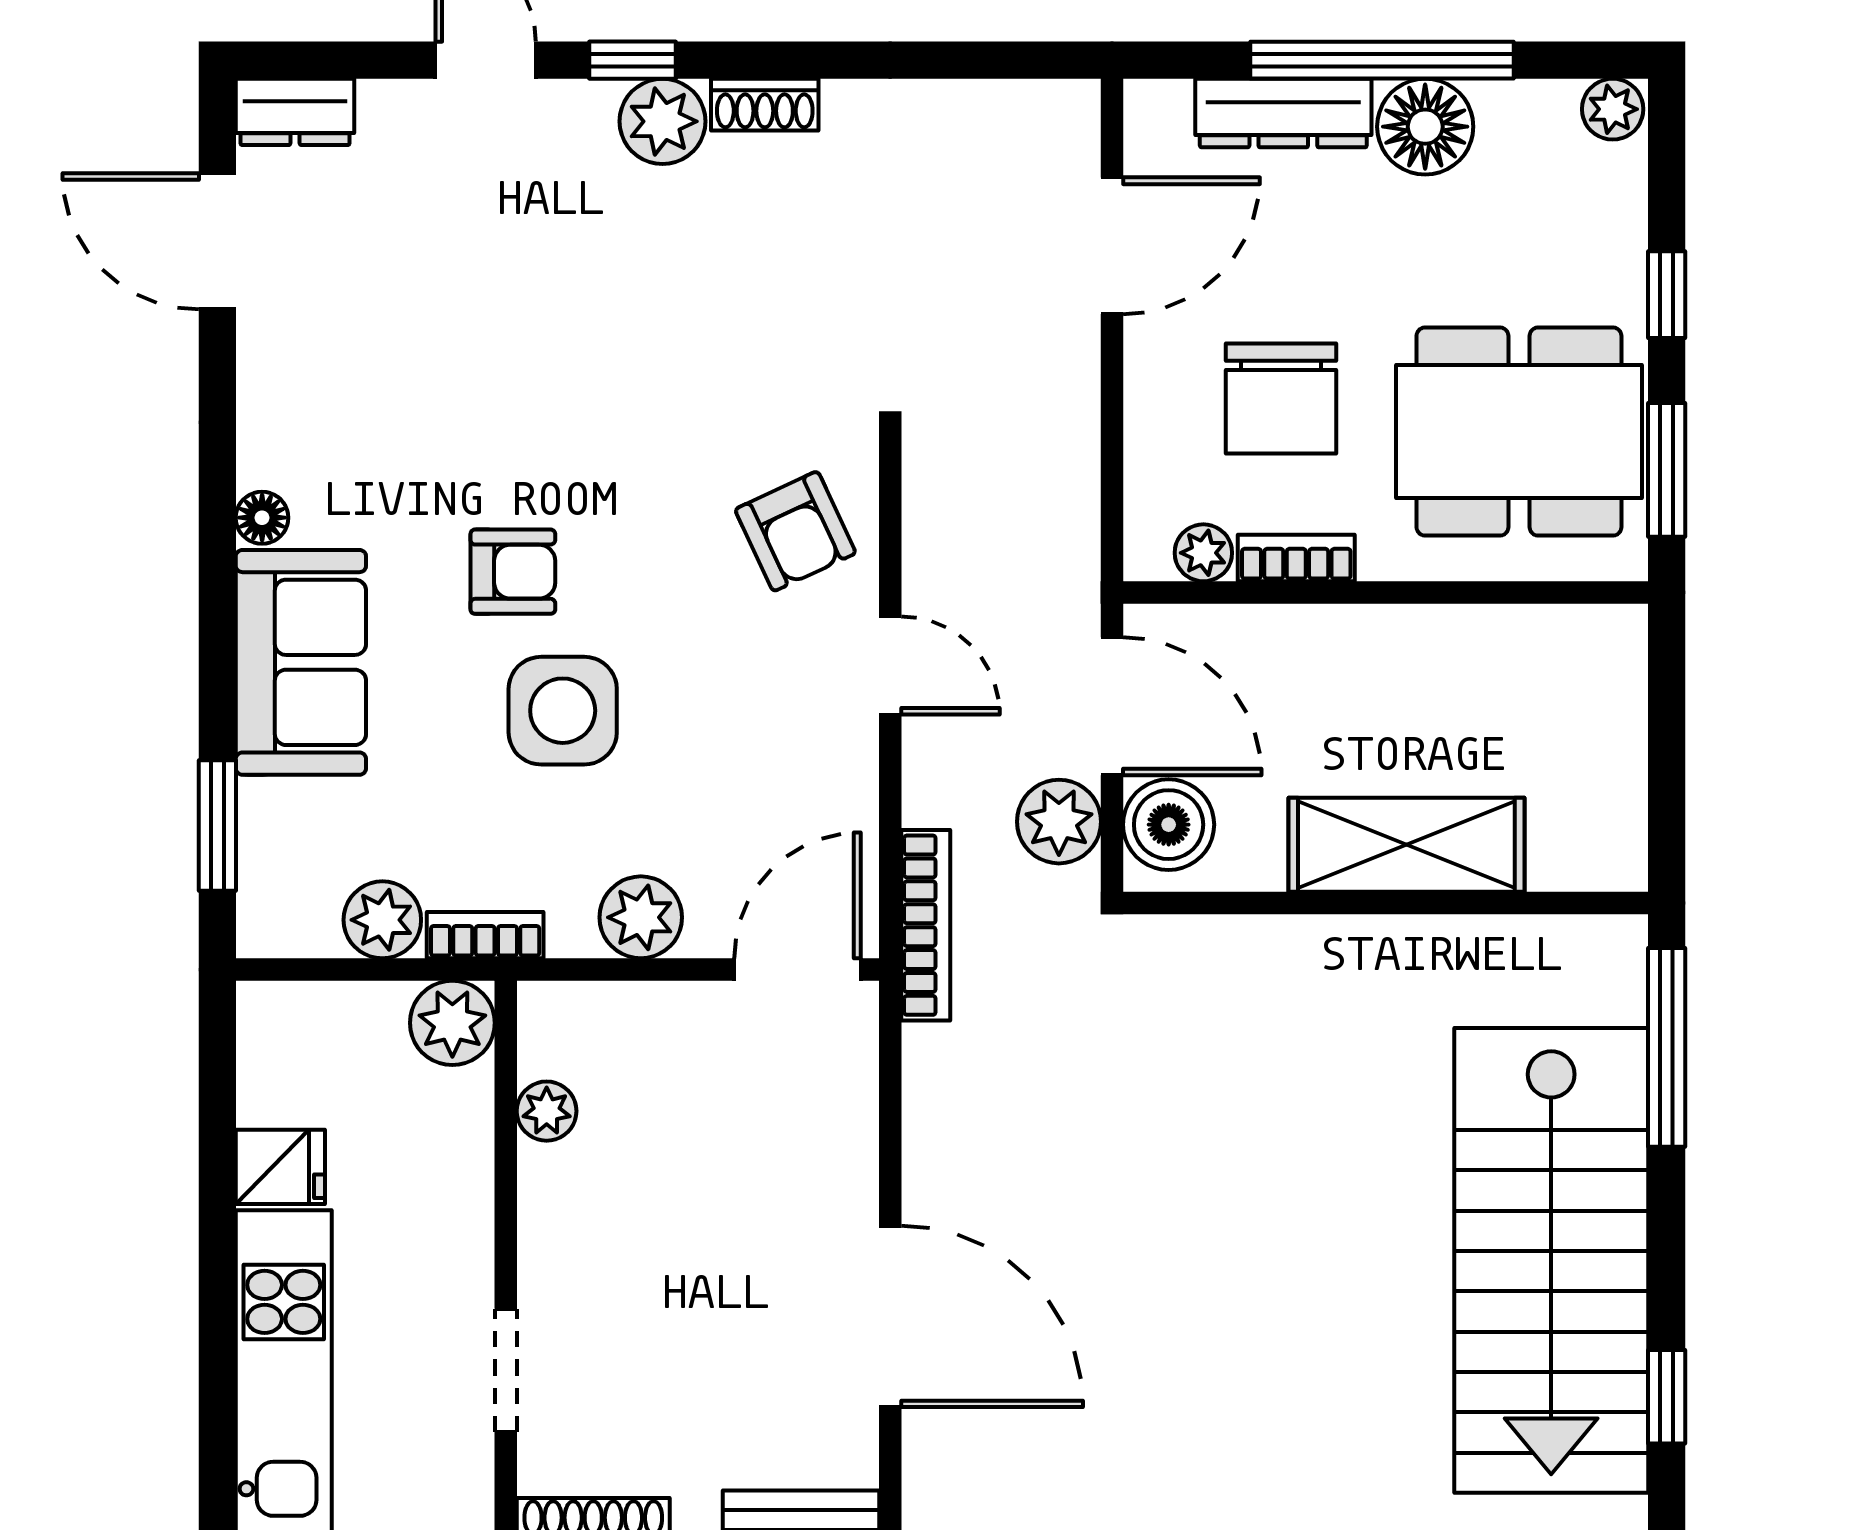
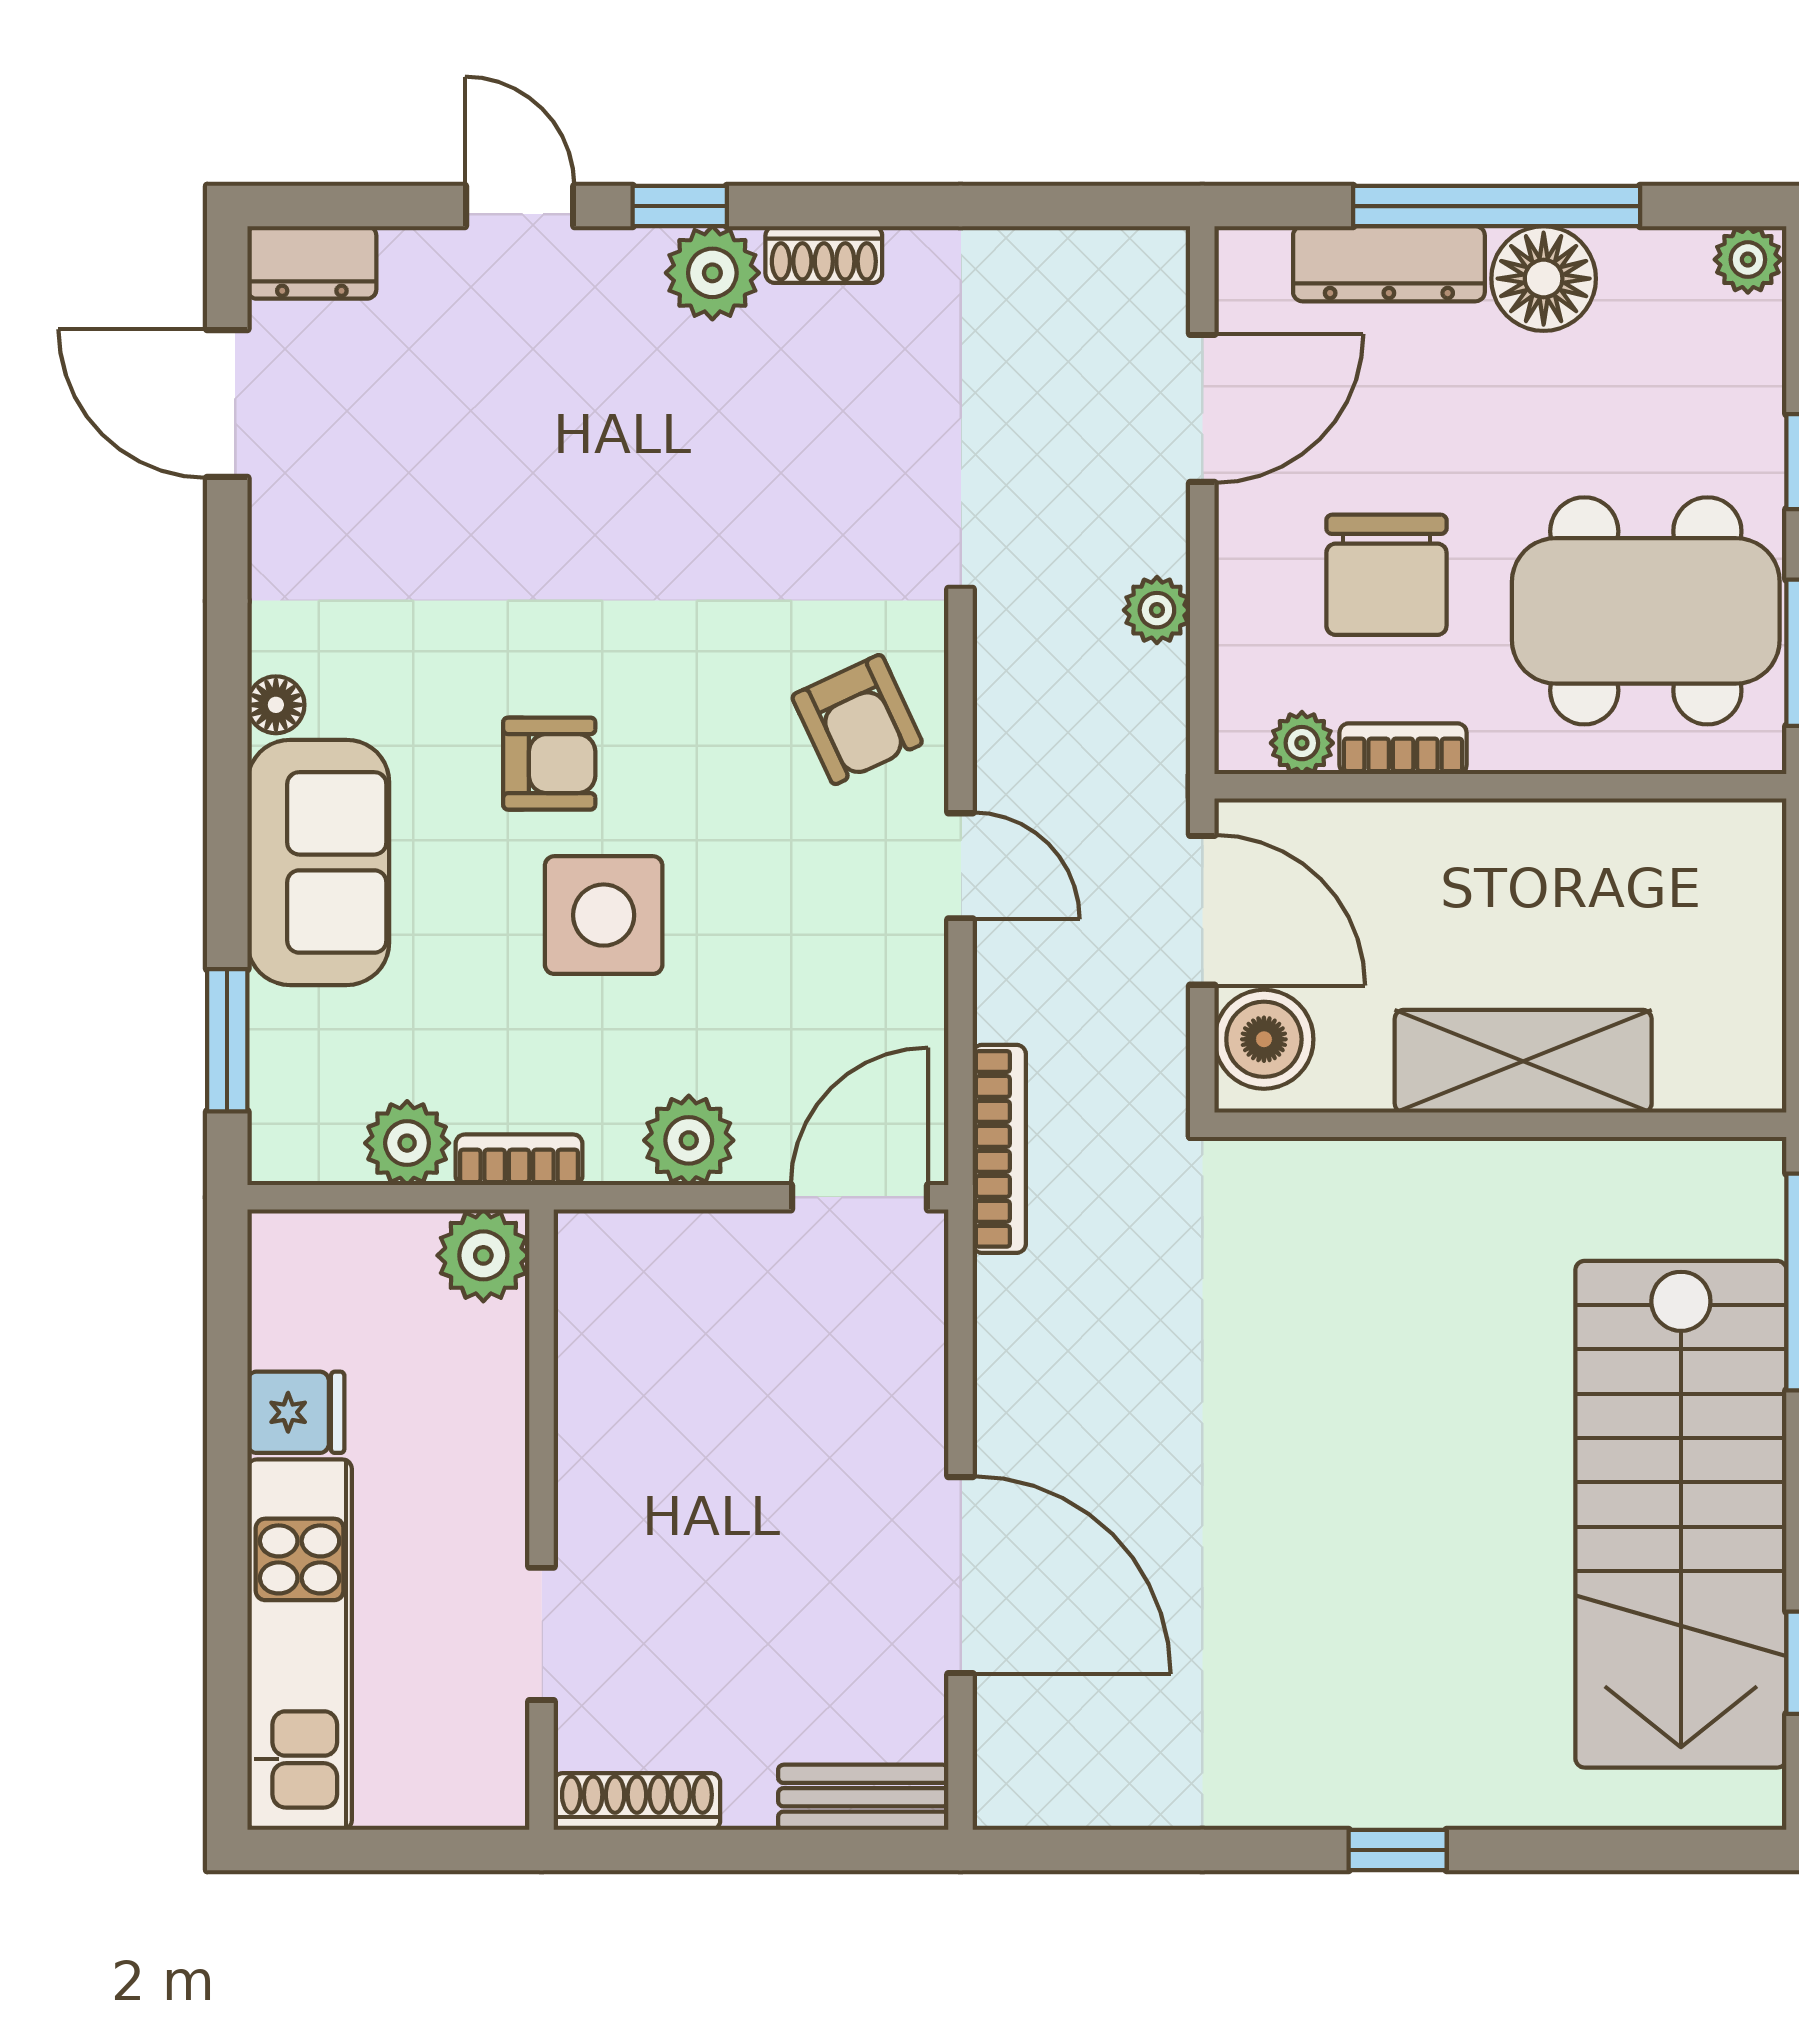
plant: (1059, 822) -> (1157, 610), moved, width x0.73, depth x0.73
plant: (547, 1111) -> (586, 1351), removed

